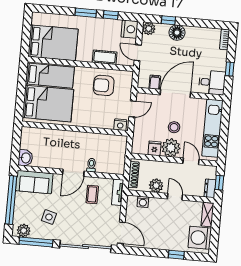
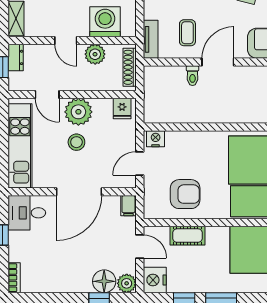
floor lamp: (177, 33) -> (104, 281), moved
filing cabinet: (155, 82) -> (128, 206), moved
fridge: (154, 148) -> (122, 109), moved
washing machine: (143, 202) -> (105, 22), width x1.89, depth x1.89

